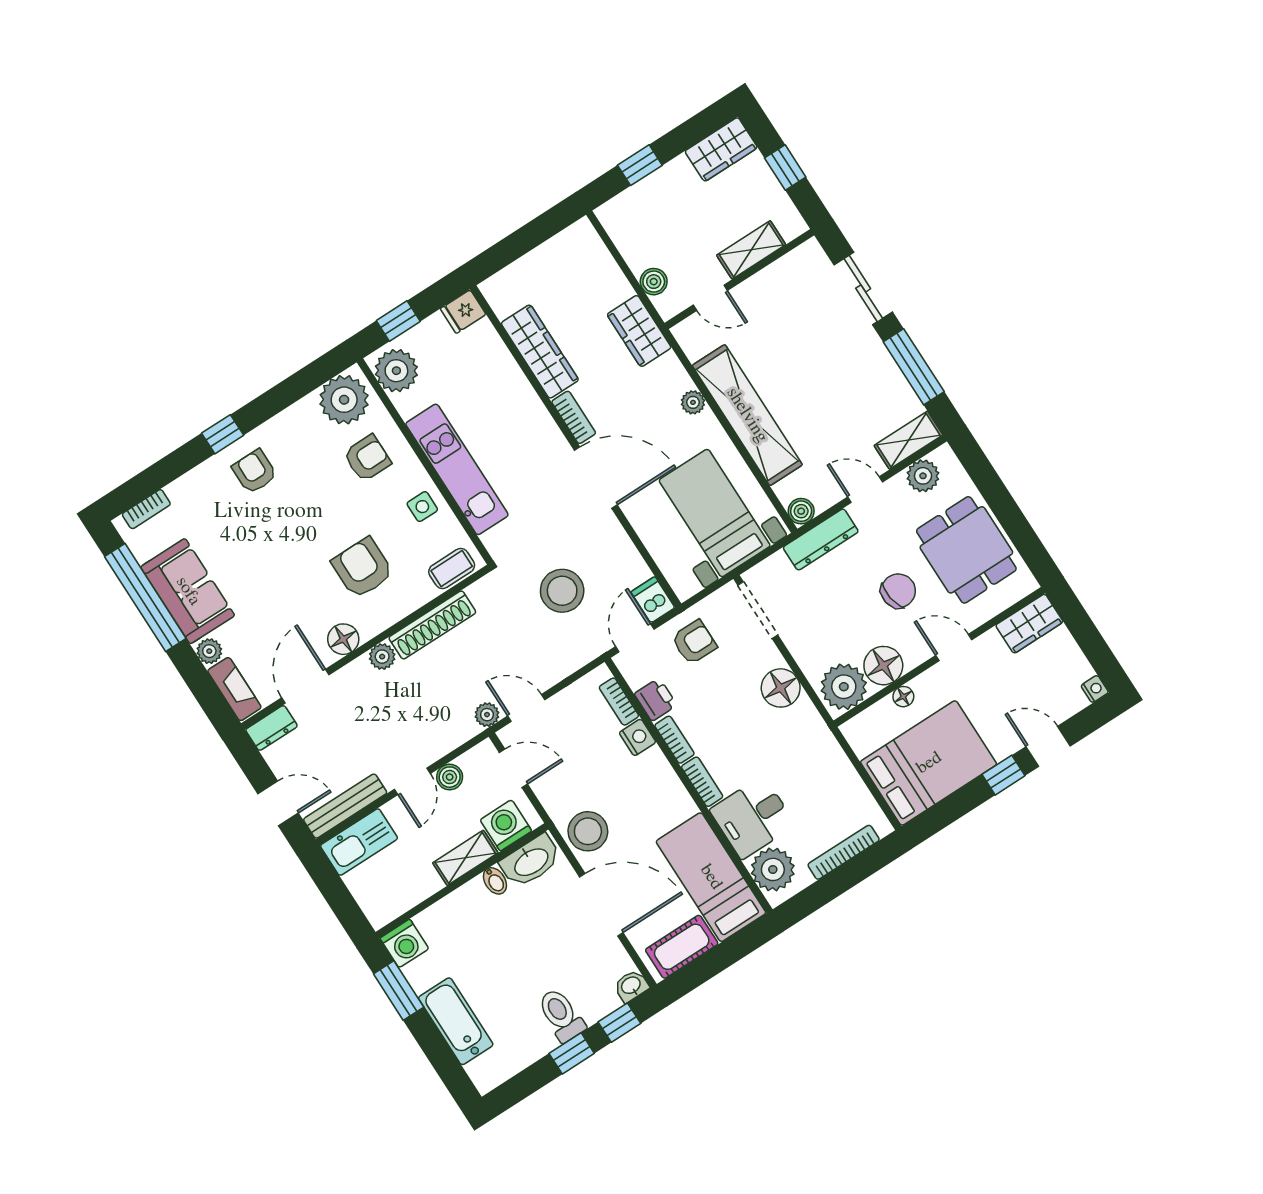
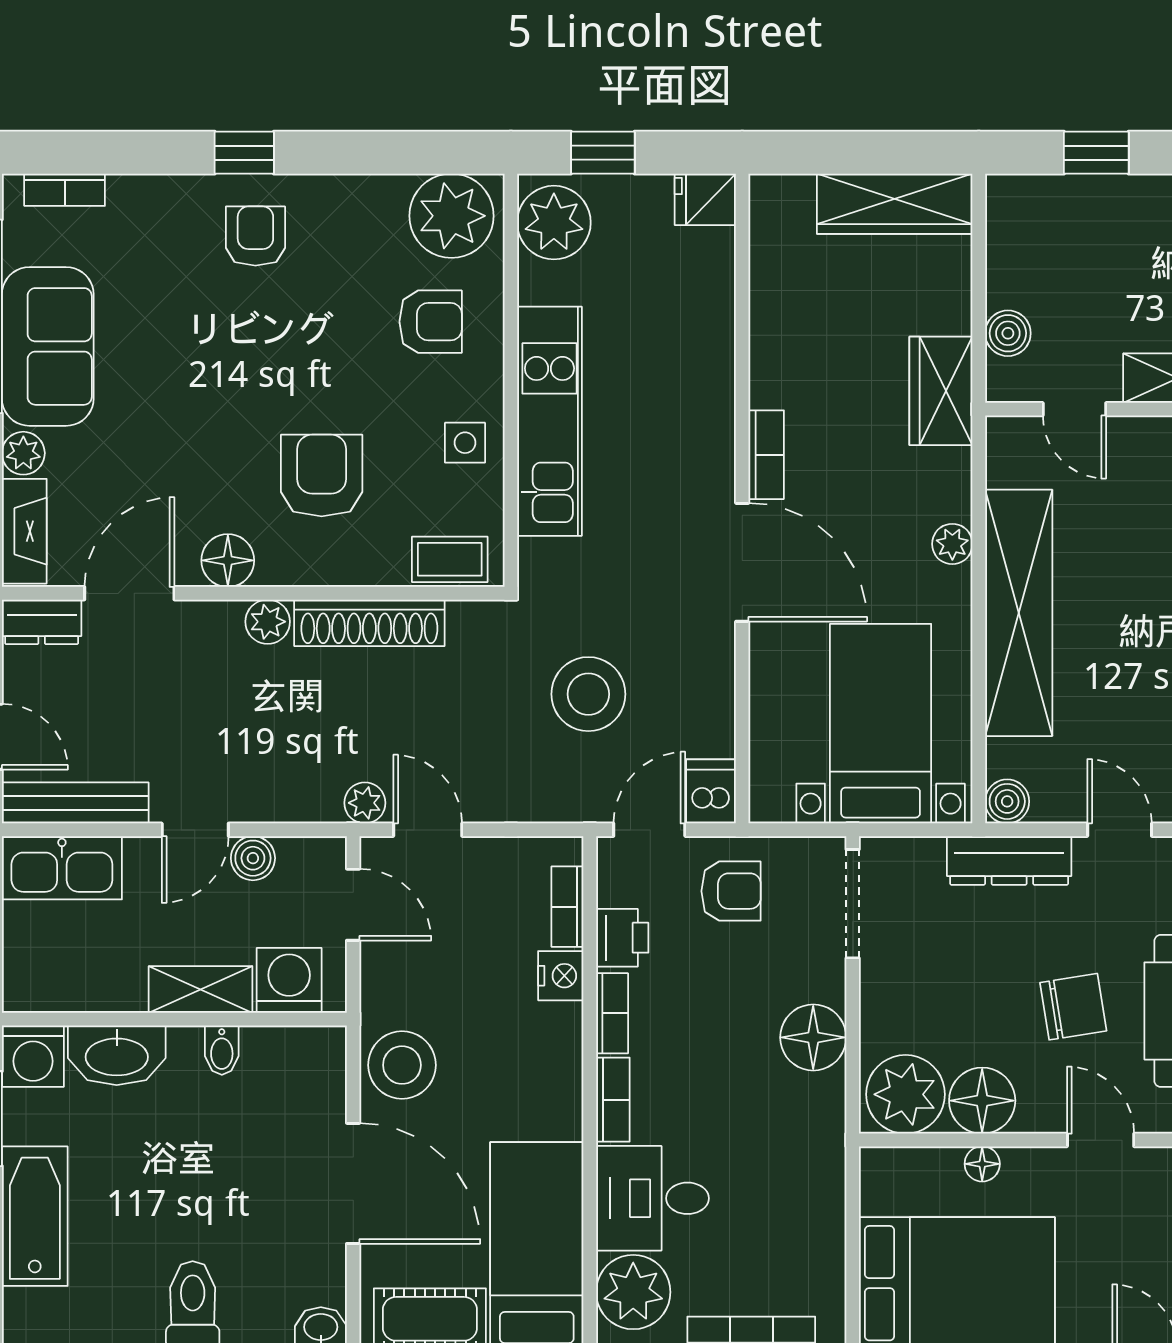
wardrobe: (540, 352) -> (895, 204), moved, turned 90
washbasin: (531, 861) -> (117, 1055), moved

